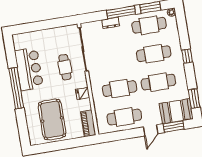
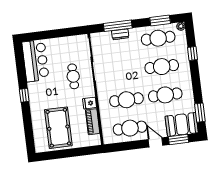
window: (121, 12) -> (118, 26), moved
window: (187, 56) -> (193, 53), moved
bar counter: (29, 69) -> (35, 61), moved
window: (16, 88) -> (24, 95), width x0.32
piano: (88, 123) -> (93, 122), moved
door: (151, 130) -> (156, 142), swing flipped

